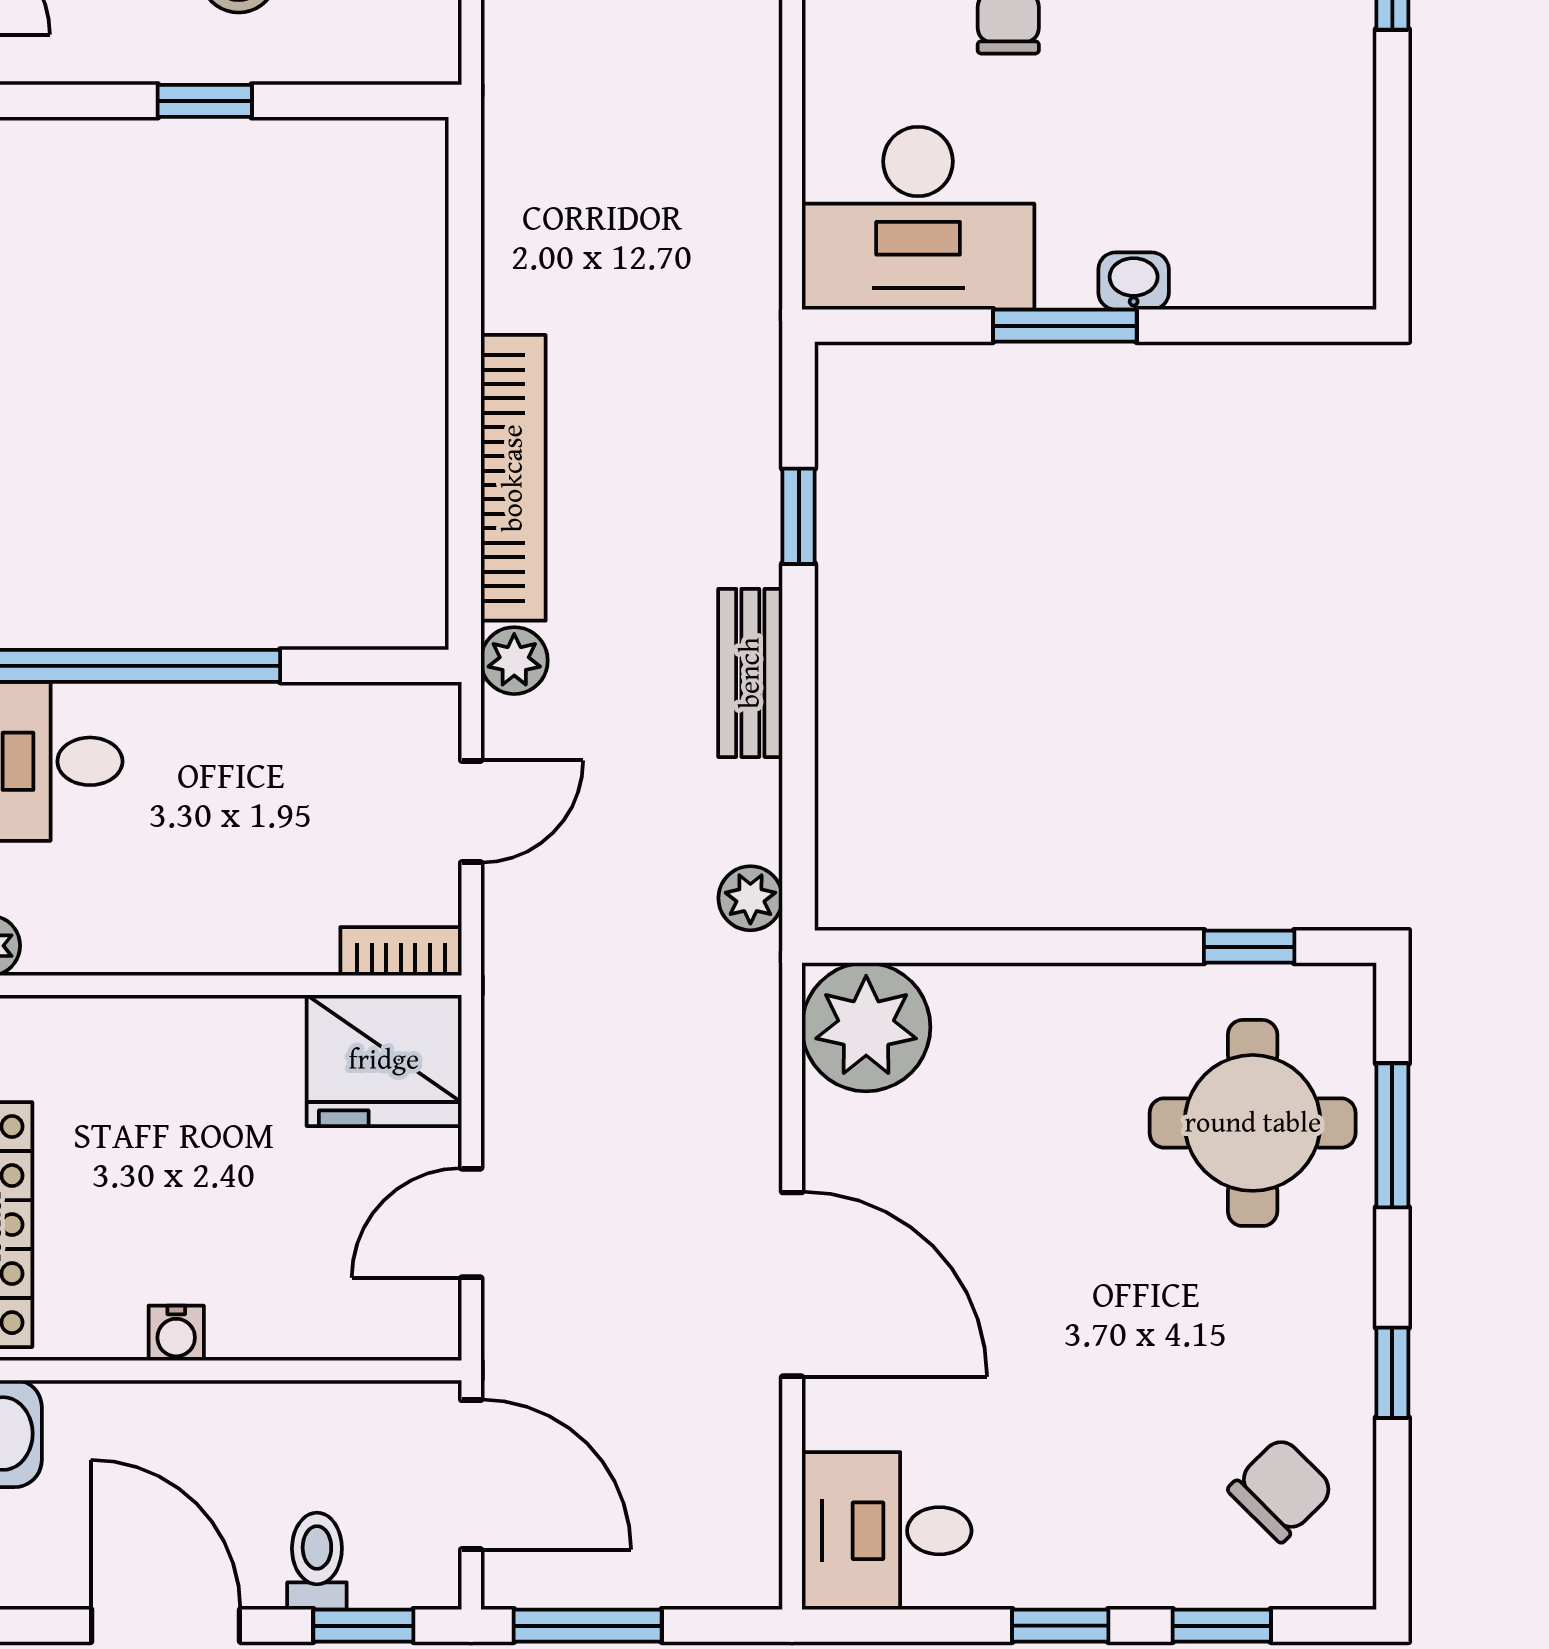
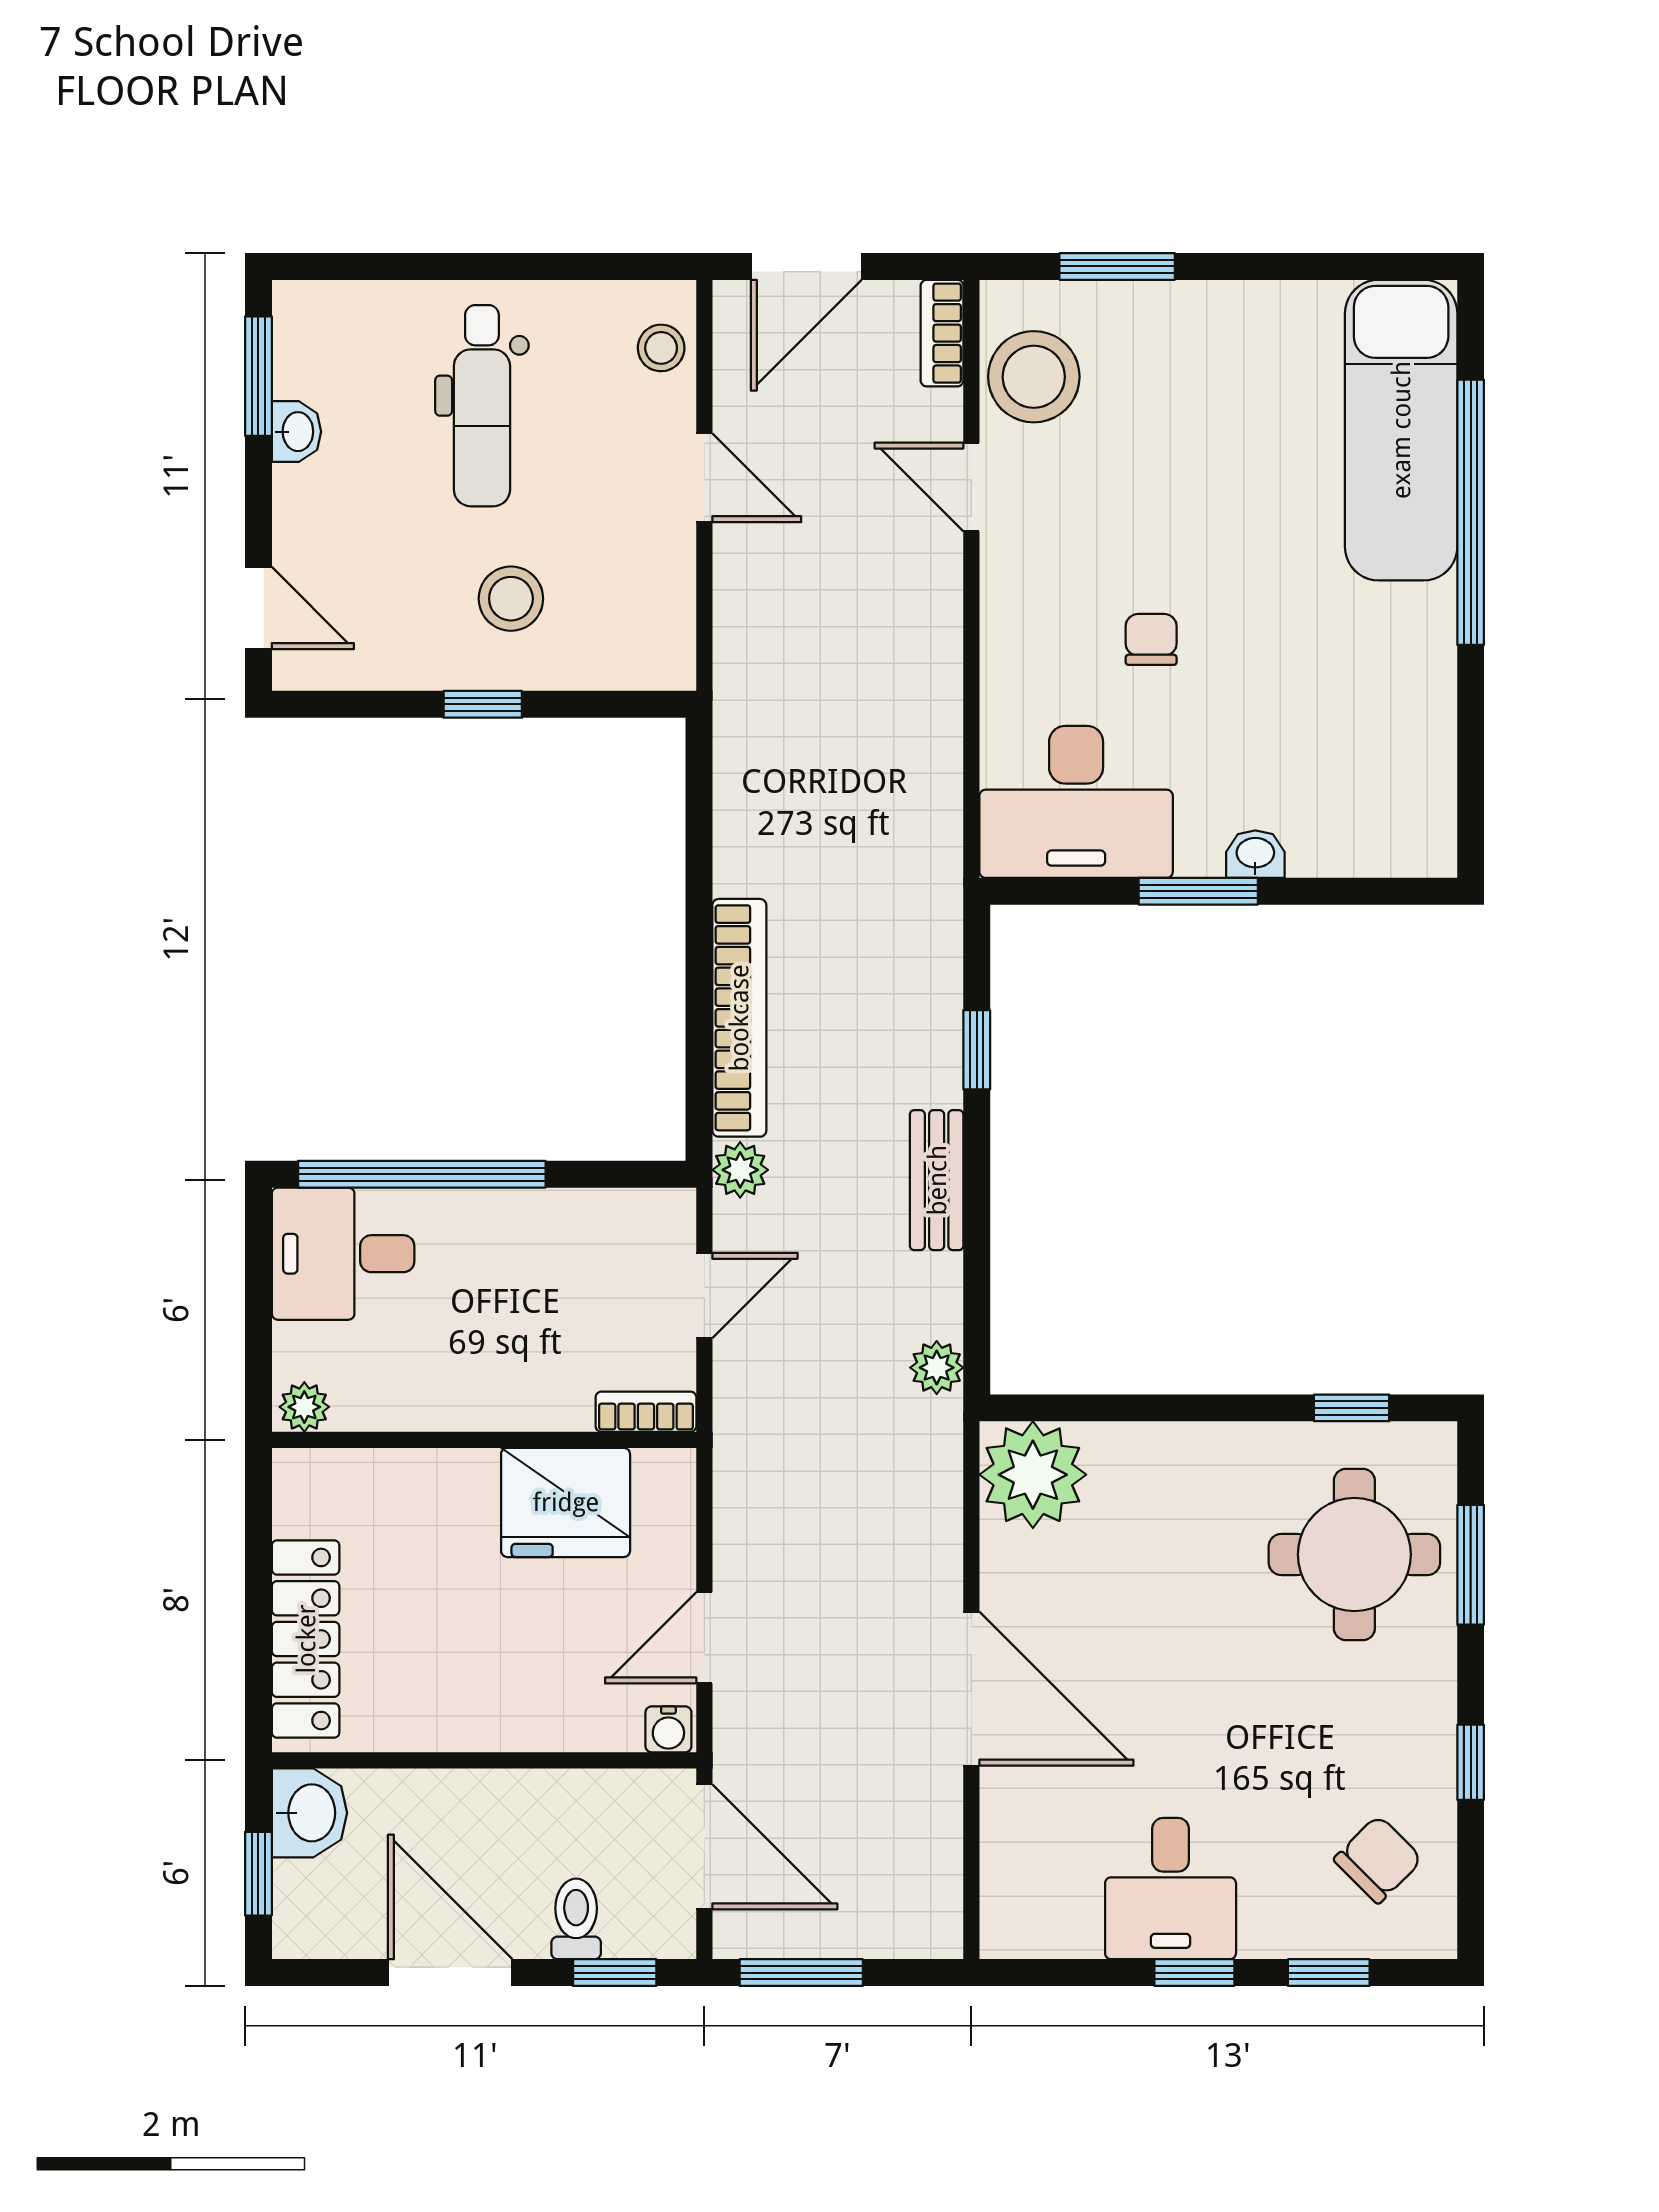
fridge: (384, 1060) -> (566, 1502), moved
water cooler: (176, 1333) -> (668, 1729), moved
desk: (887, 1531) -> (1171, 1889), moved, turned -90

